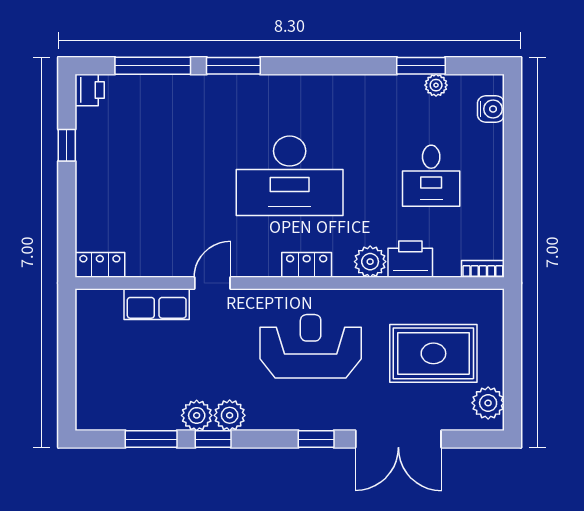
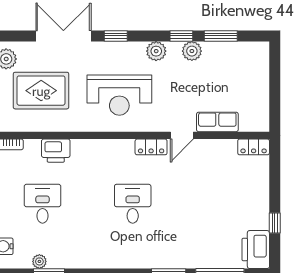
printer: (90, 90) -> (256, 250), width x1.87, depth x1.48
desk: (290, 176) -> (133, 204), width x0.53, depth x0.77
plant: (370, 262) -> (81, 149), removed
locker: (307, 265) -> (151, 147), moved
plant: (230, 415) -> (156, 51), moved

